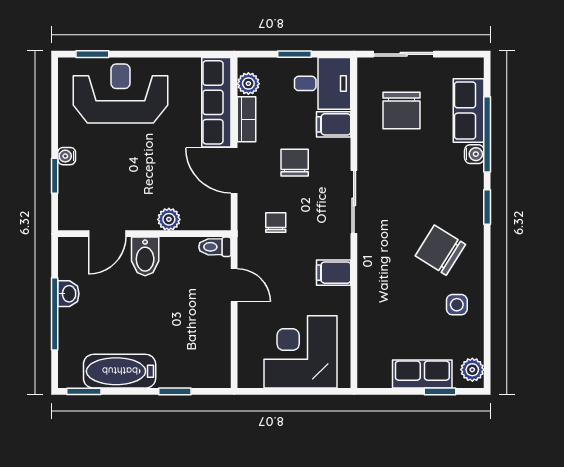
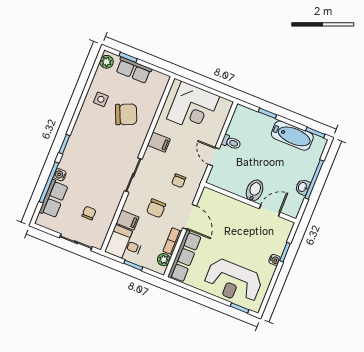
chair: (402, 110) -> (89, 213), width x0.54, depth x0.54
plant: (169, 219) -> (234, 205), removed
toilet: (215, 247) -> (231, 142), moved
chair: (440, 250) -> (126, 114), moved, turned -55

